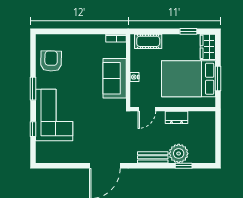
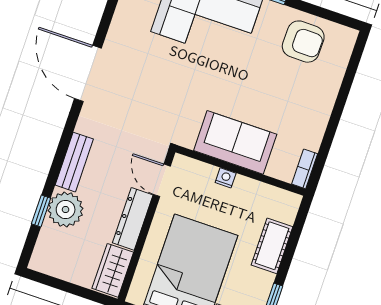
cot: (148, 41) -> (272, 246), moved
dresser: (177, 117) -> (133, 219), width x1.44
wardrobe: (202, 119) -> (113, 270), added

